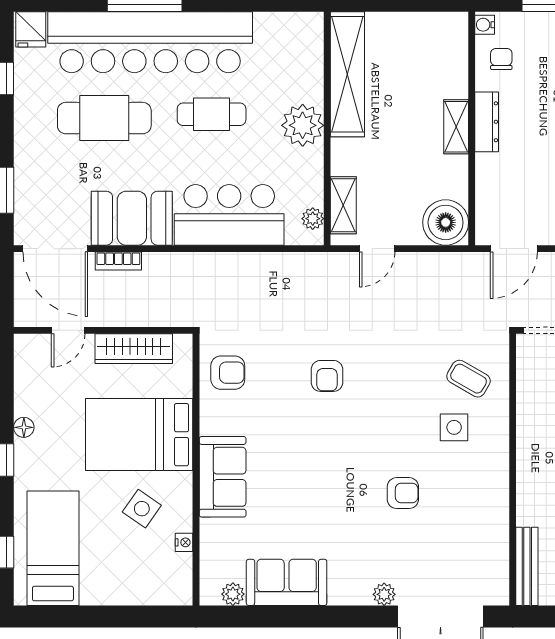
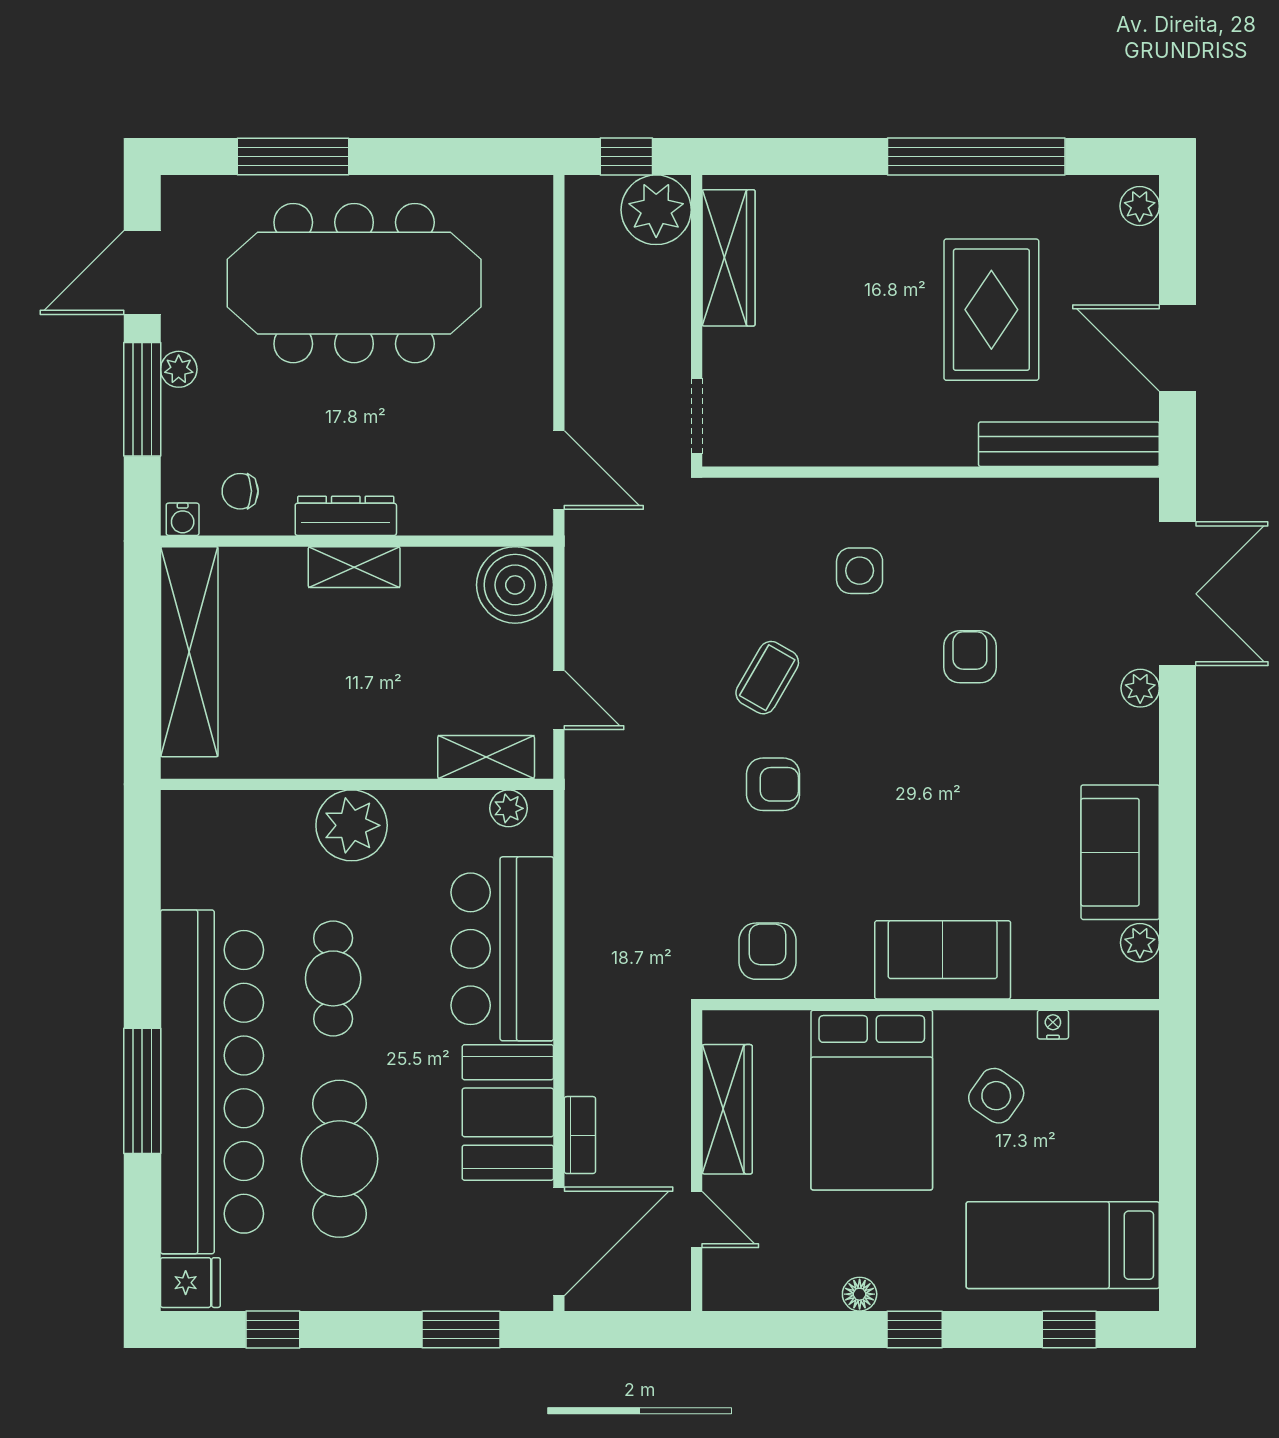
shelving: (347, 74) -> (189, 652), moved, turned 90
coffee table: (469, 379) -> (767, 678), moved
bench: (527, 566) -> (1069, 444), width x1.37, depth x1.21

